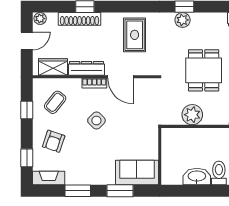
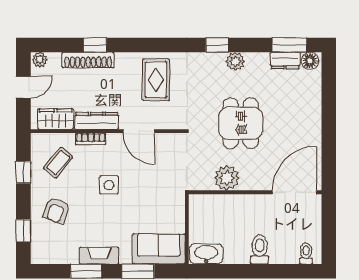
plant: (183, 20) -> (235, 61), moved
bookcase: (94, 83) -> (91, 139), moved
side table: (96, 121) -> (109, 185), turned 45
washbasin: (197, 177) -> (206, 254), moved
fireplace: (49, 178) -> (99, 256), moved

